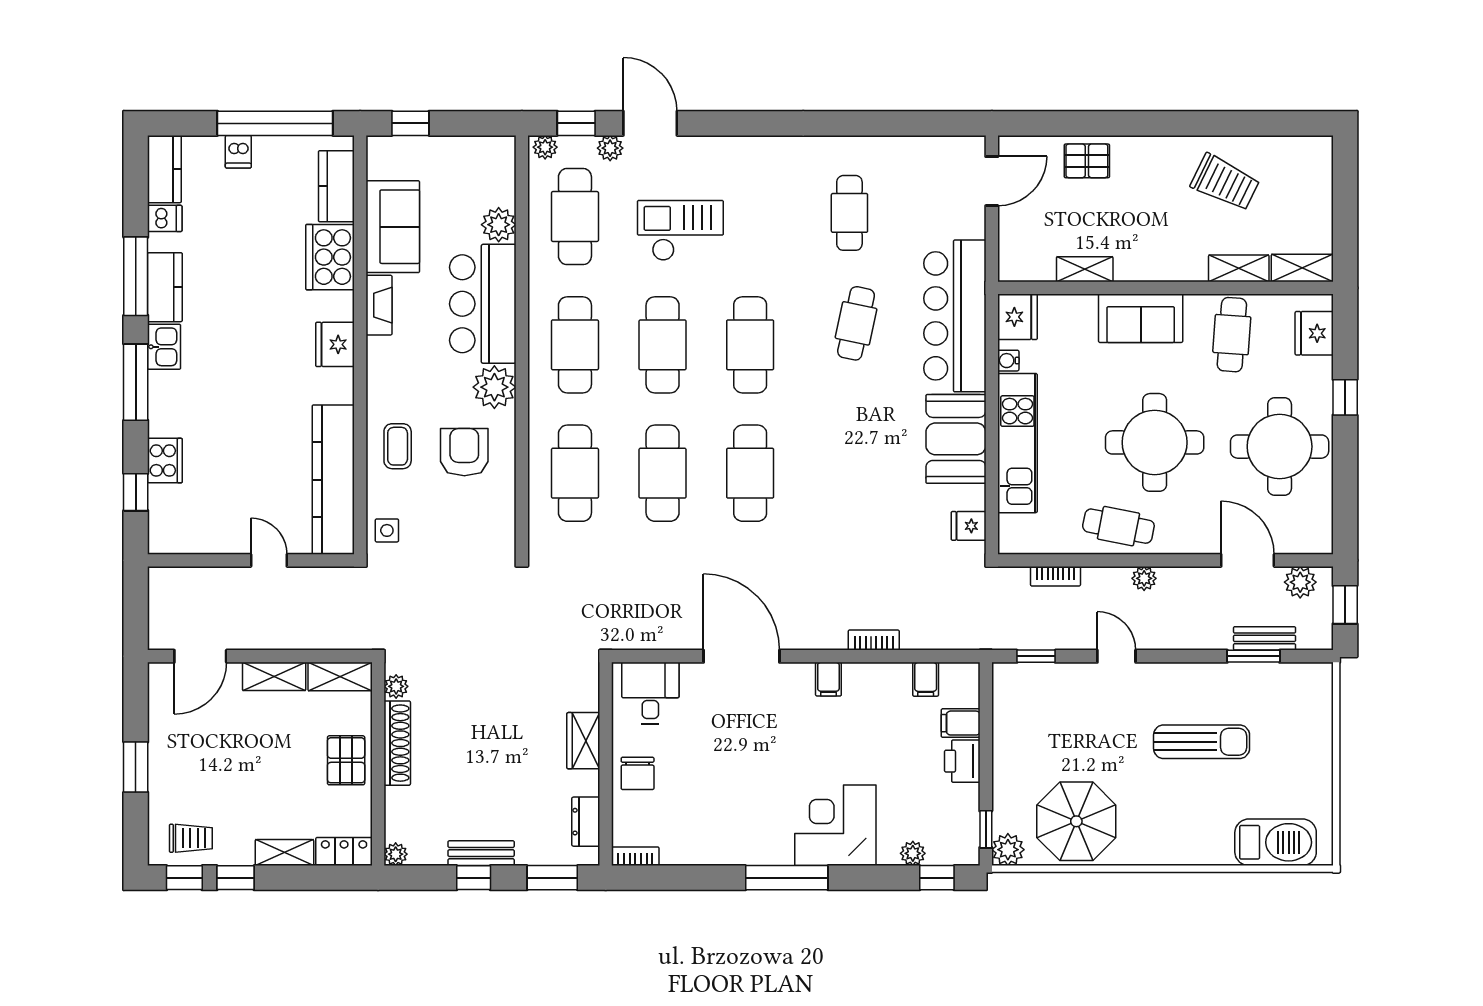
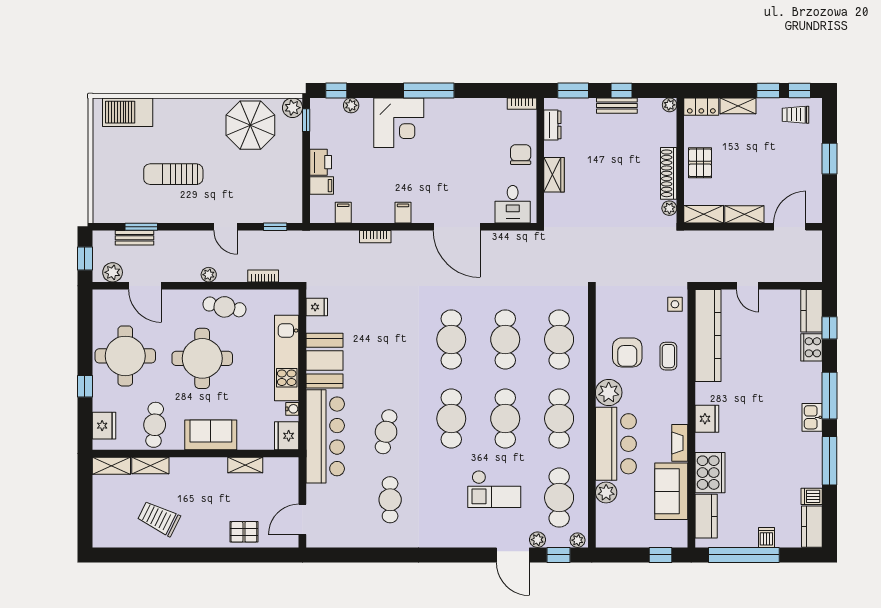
kitchen counter: (165, 287) -> (812, 311), moved

